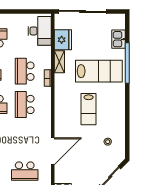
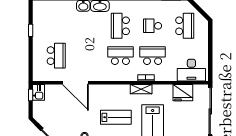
shelving: (59, 62) -> (141, 89), moved
lab bench: (89, 109) -> (116, 117), turned 180
school desk: (25, 171) -> (56, 56), turned 180

